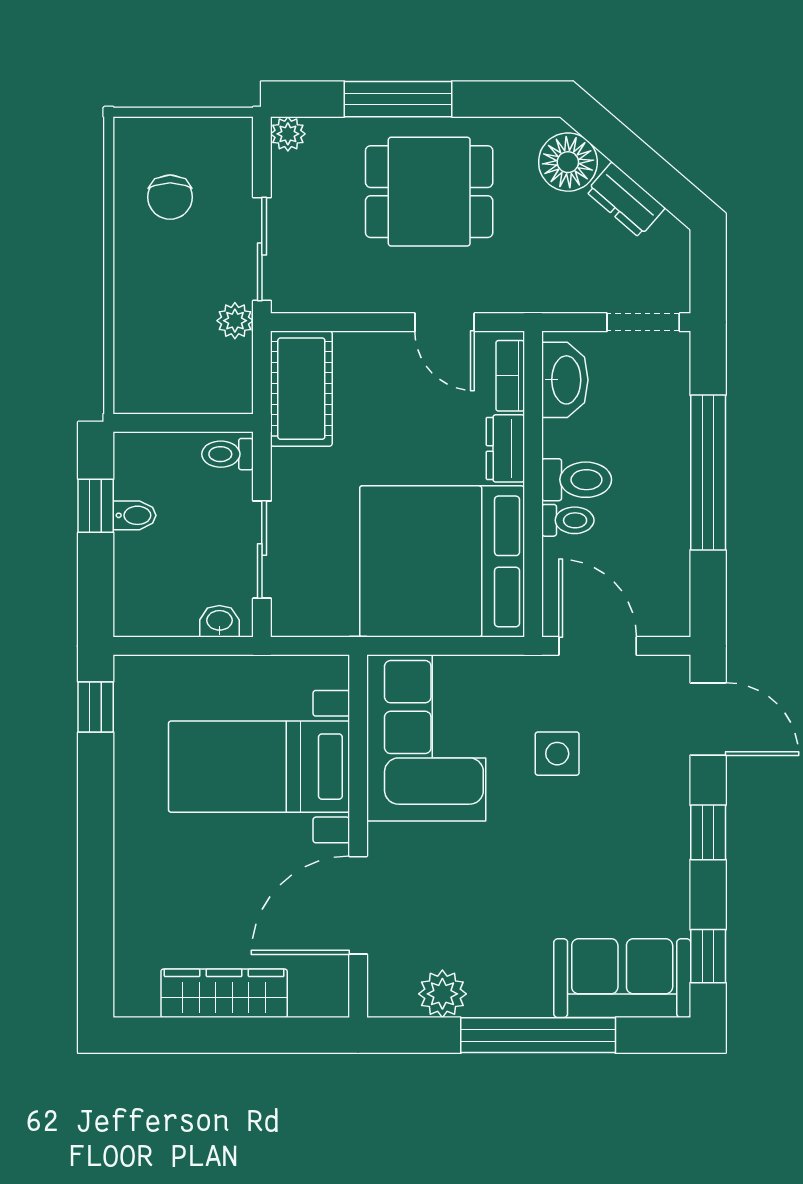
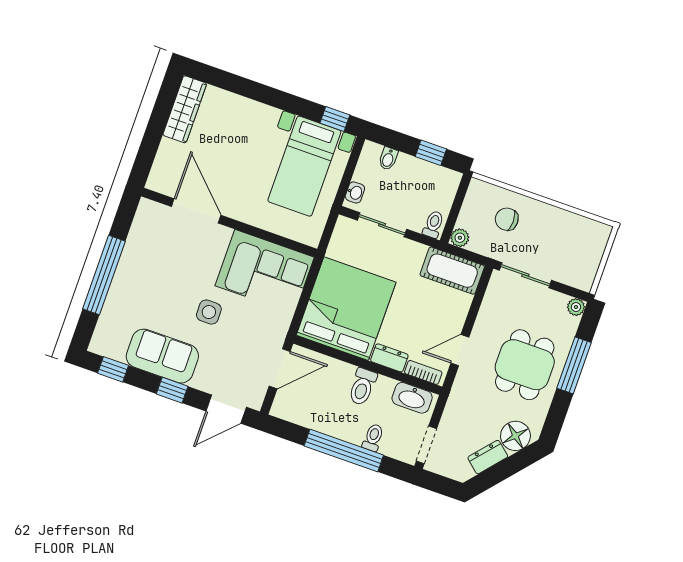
chair: (170, 197) -> (507, 219), moved
plant: (235, 321) -> (460, 238), moved
bidet: (134, 515) -> (388, 159), moved
toilet: (568, 520) -> (373, 438), moved, turned 180
side table: (557, 754) -> (209, 312), moved
bed with nightstands: (259, 767) -> (304, 166), moved, turned 180
sofa: (622, 978) -> (162, 356), moved, turned -90
wardrobe: (224, 993) -> (185, 109), moved
plant: (442, 994) -> (140, 236), removed

